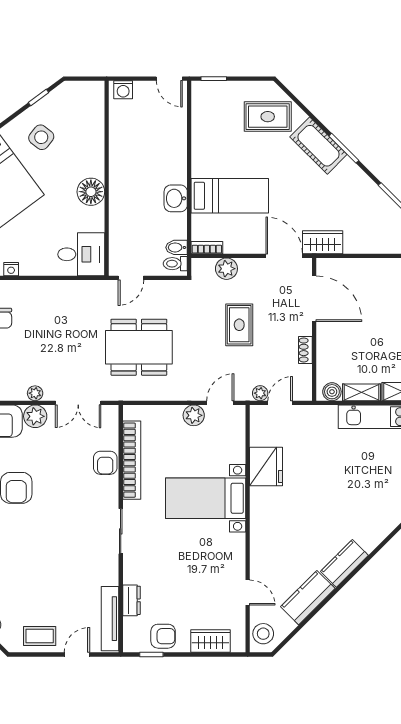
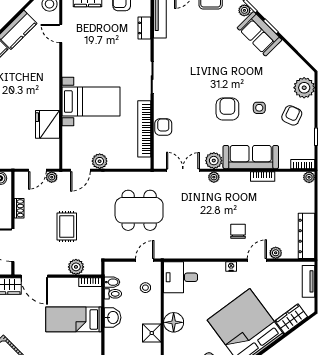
shower: (121, 177) -> (152, 333), added
stool: (130, 240) -> (145, 288), added
toilet: (175, 264) -> (113, 294), moved

